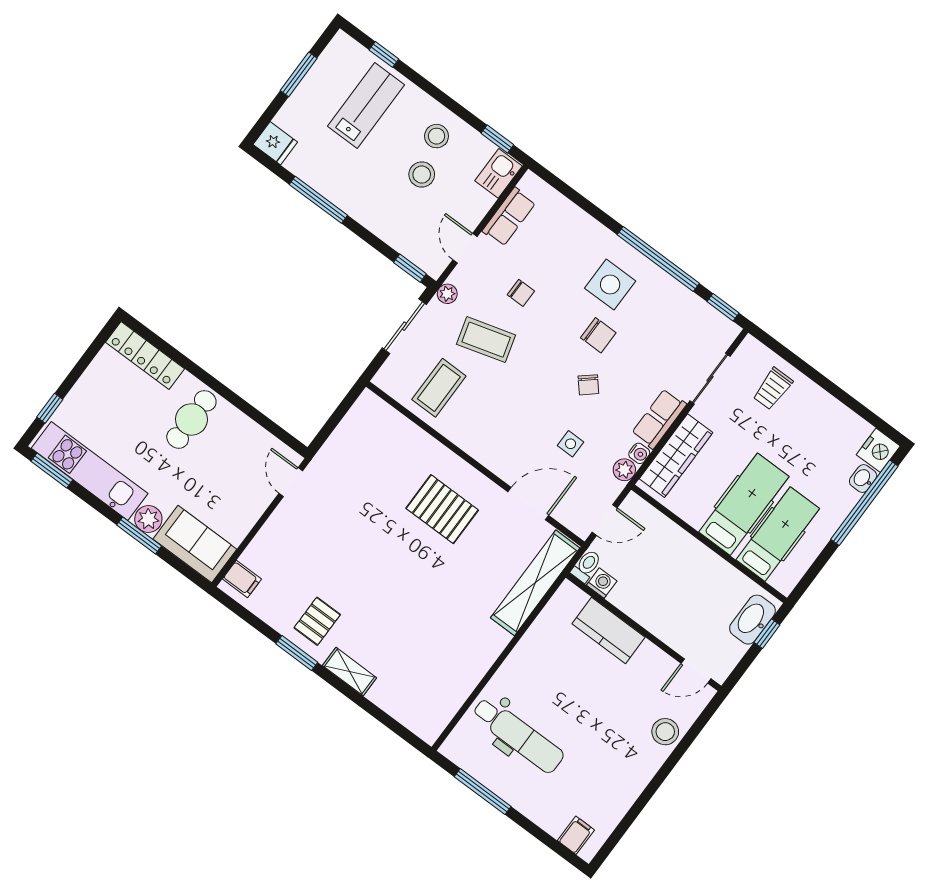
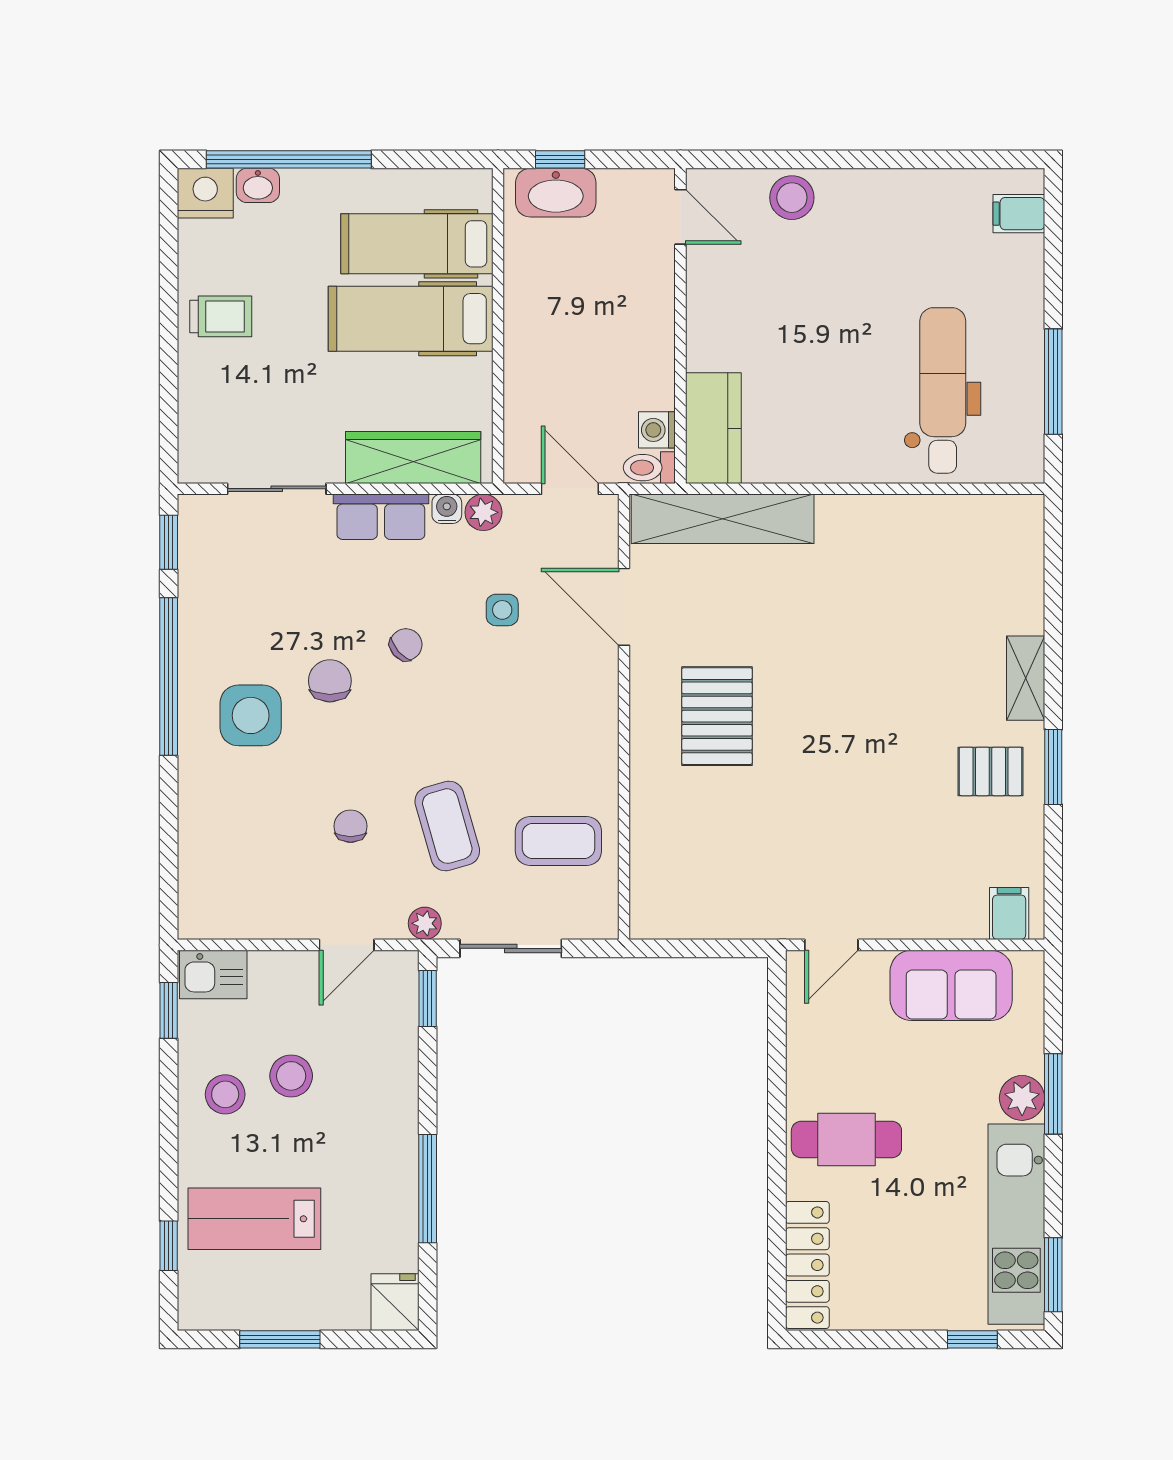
row of seats: (509, 217) -> (261, 917), removed
trolley: (773, 389) -> (221, 316), moved
sofa: (195, 544) -> (951, 985), moved, turned -90
kitchen counter: (609, 630) -> (713, 428), moved

